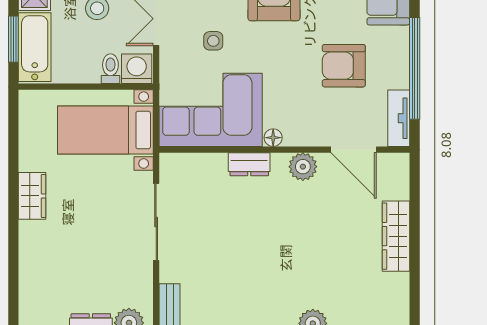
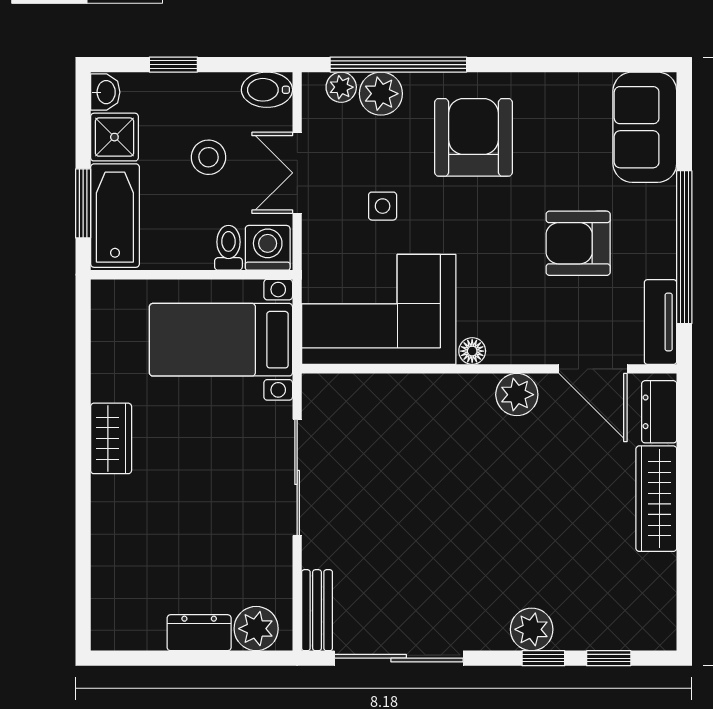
dresser: (249, 164) -> (659, 412), moved, turned 90

